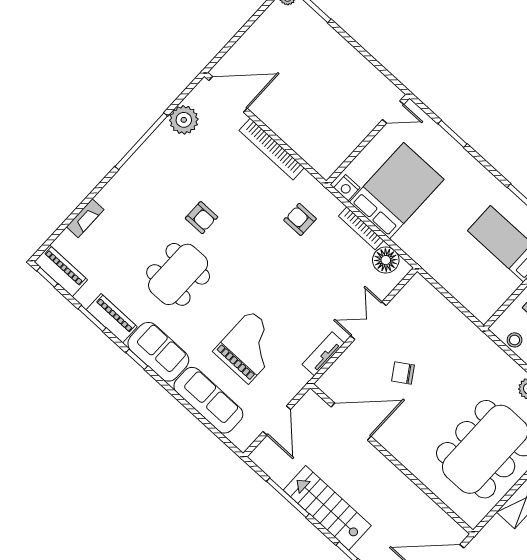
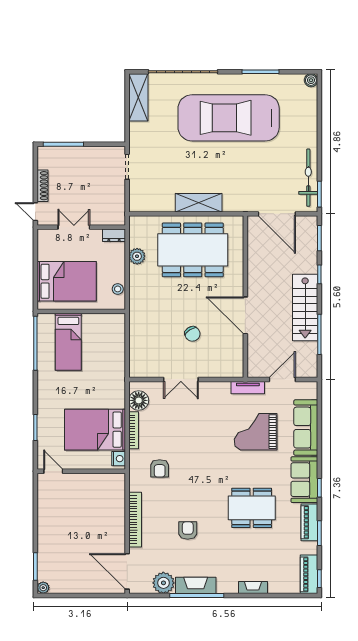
fireplace: (152, 149) -> (196, 585), added
fireplace: (85, 218) -> (253, 588), moved
armchair: (201, 218) -> (188, 531), moved
tv unit: (323, 354) -> (248, 388), moved
door: (351, 422) -> (245, 315), moved

